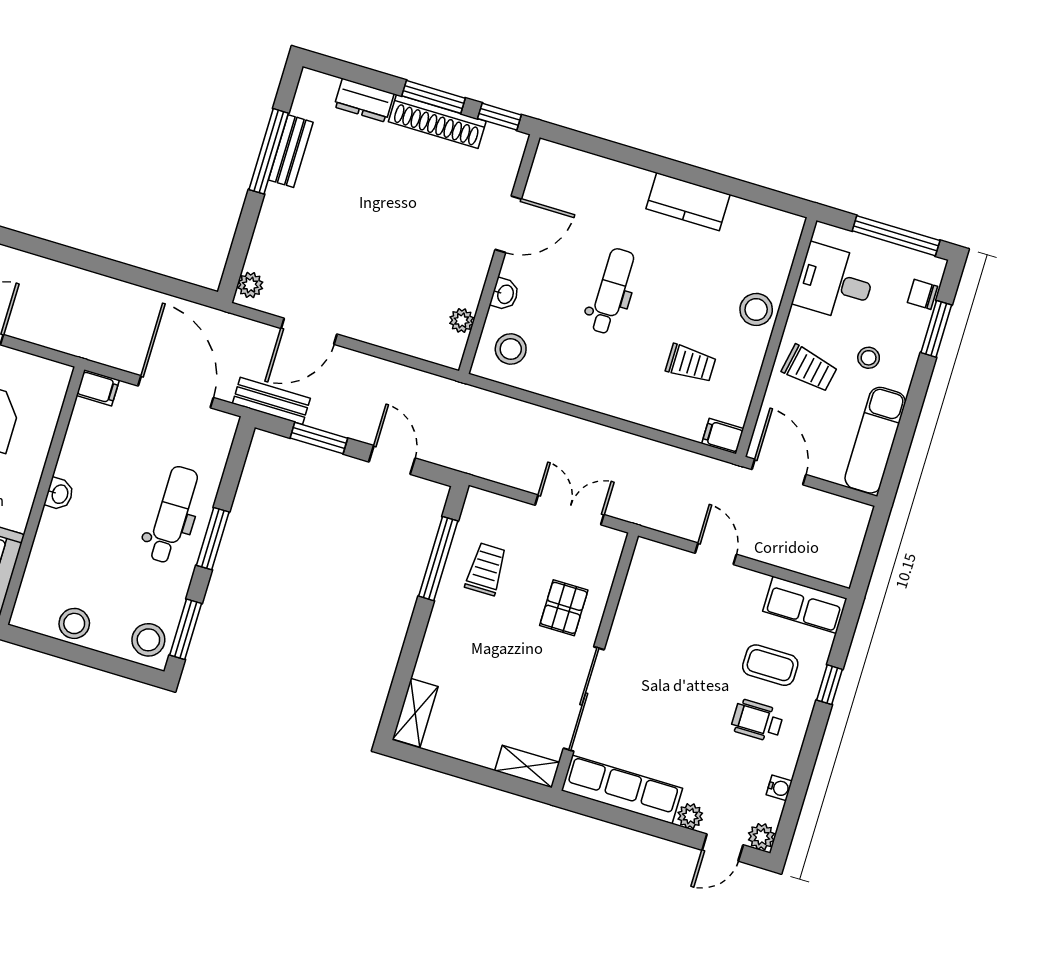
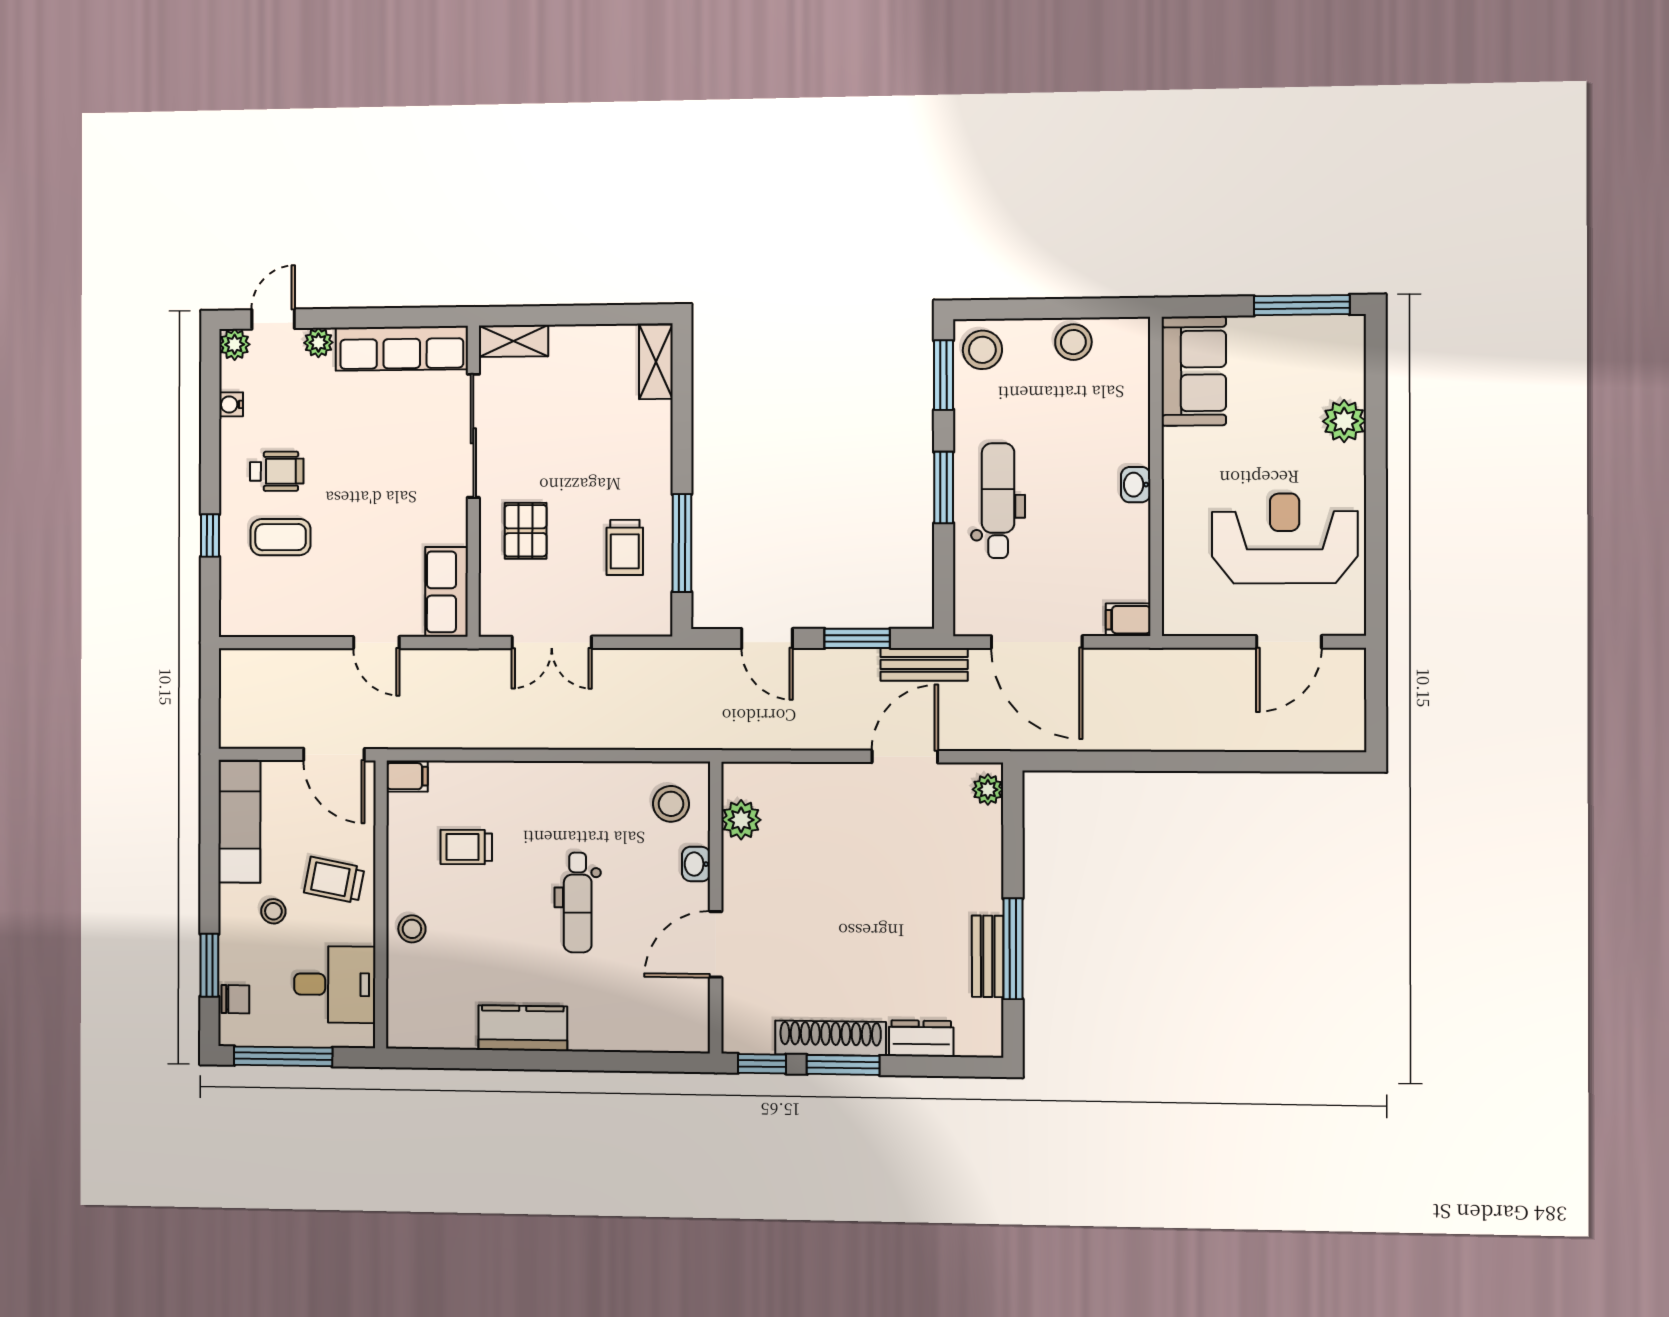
stool: (756, 309) -> (412, 929), width x0.73, depth x0.73
plant: (462, 320) -> (741, 820), width x1.38, depth x1.38
dental chair: (172, 515) -> (998, 501), turned 180
row of seats: (805, 605) -> (447, 592), moved, turned -90

